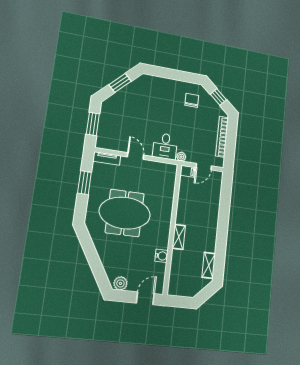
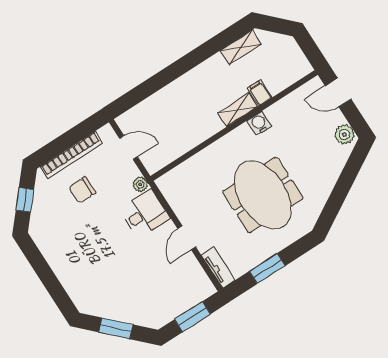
chair: (192, 100) -> (82, 190), moved
filing cabinet: (187, 171) -> (260, 93), moved
water cooler: (162, 256) -> (259, 123), moved

